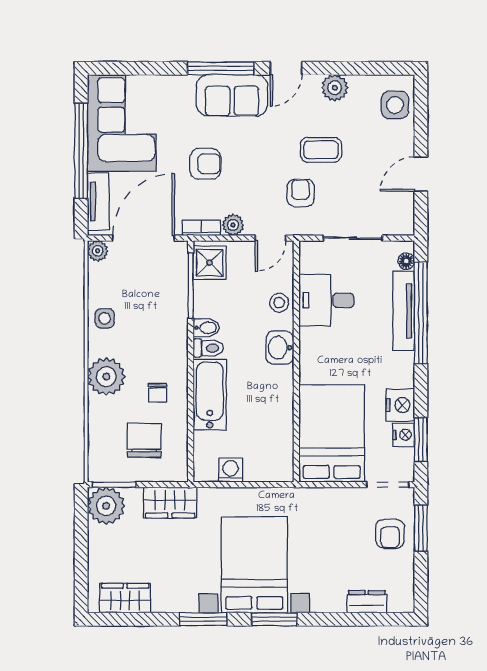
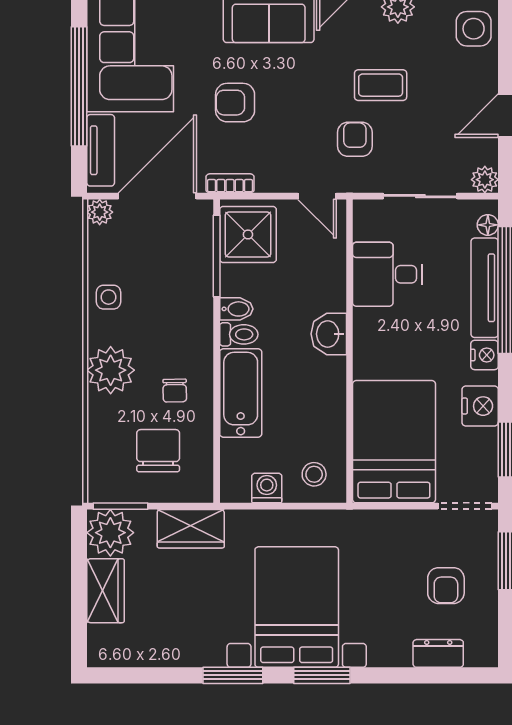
armchair: (205, 164) -> (235, 103), turned 180
plant: (233, 225) -> (485, 180), moved
door: (270, 238) -> (317, 196), hinge flipped
shower: (210, 263) -> (248, 234), width x1.36, depth x1.36
stool: (279, 303) -> (314, 474), moved
nightstand: (404, 435) -> (485, 355), moved
armchair: (390, 534) -> (446, 586), moved
wardrobe: (125, 598) -> (105, 591), moved, turned 90

